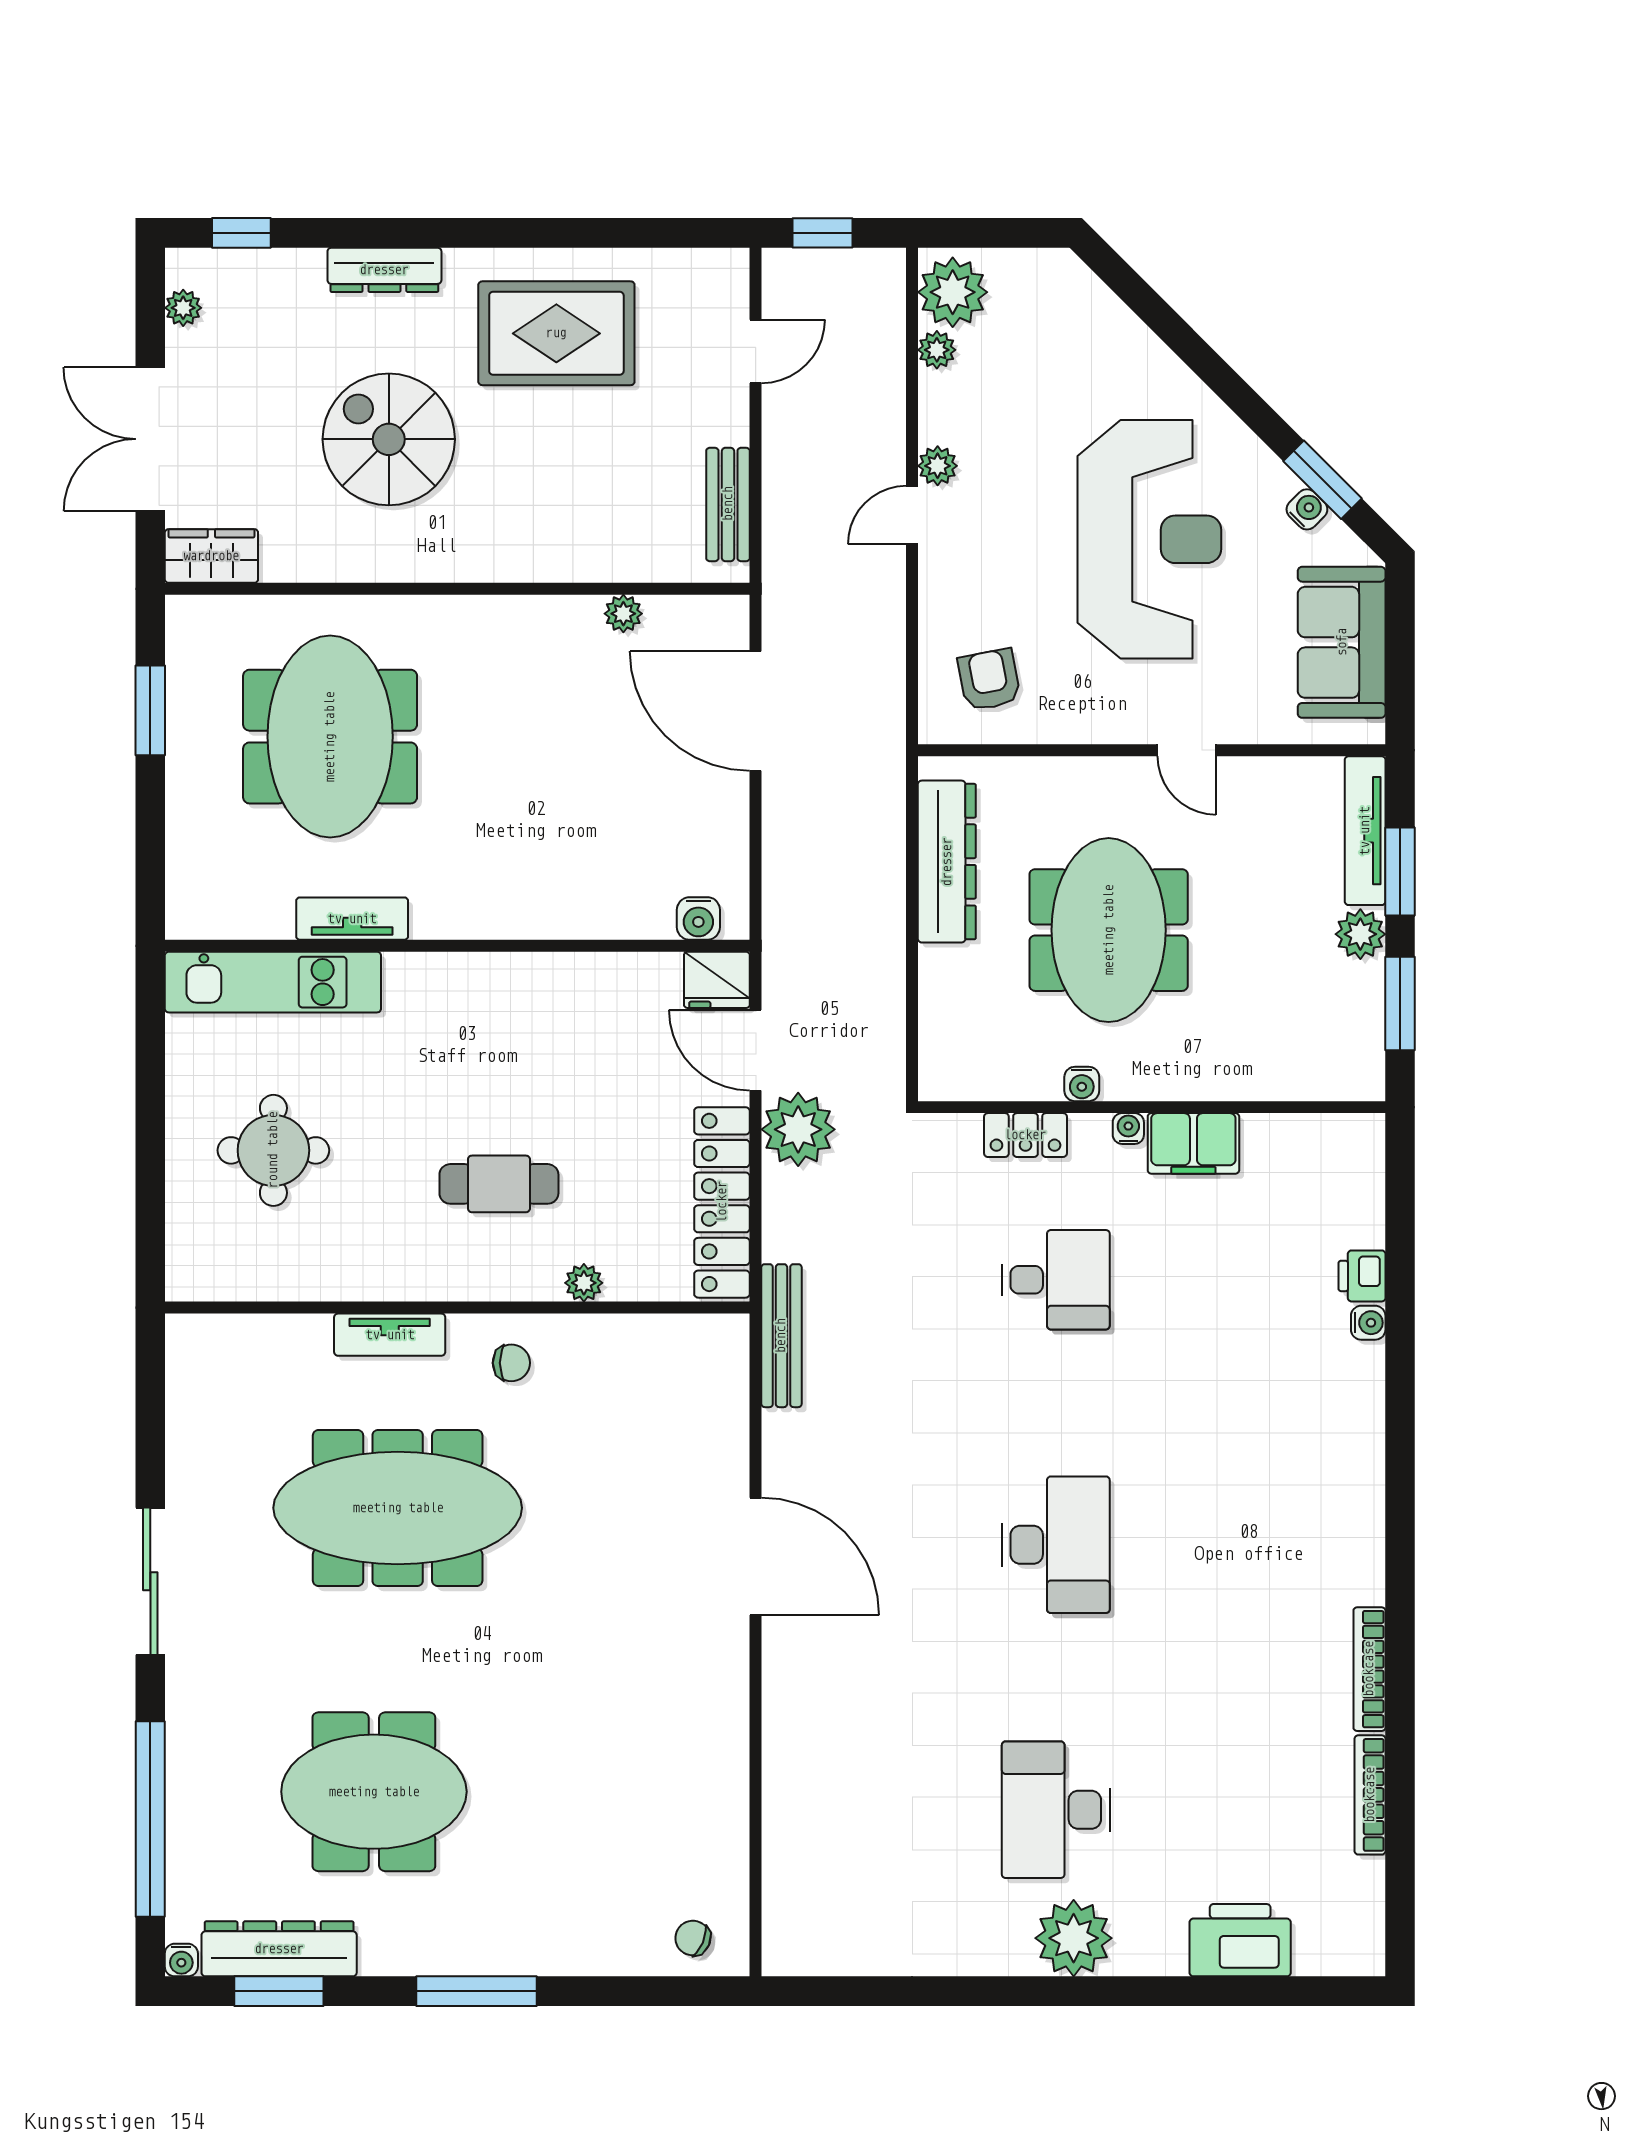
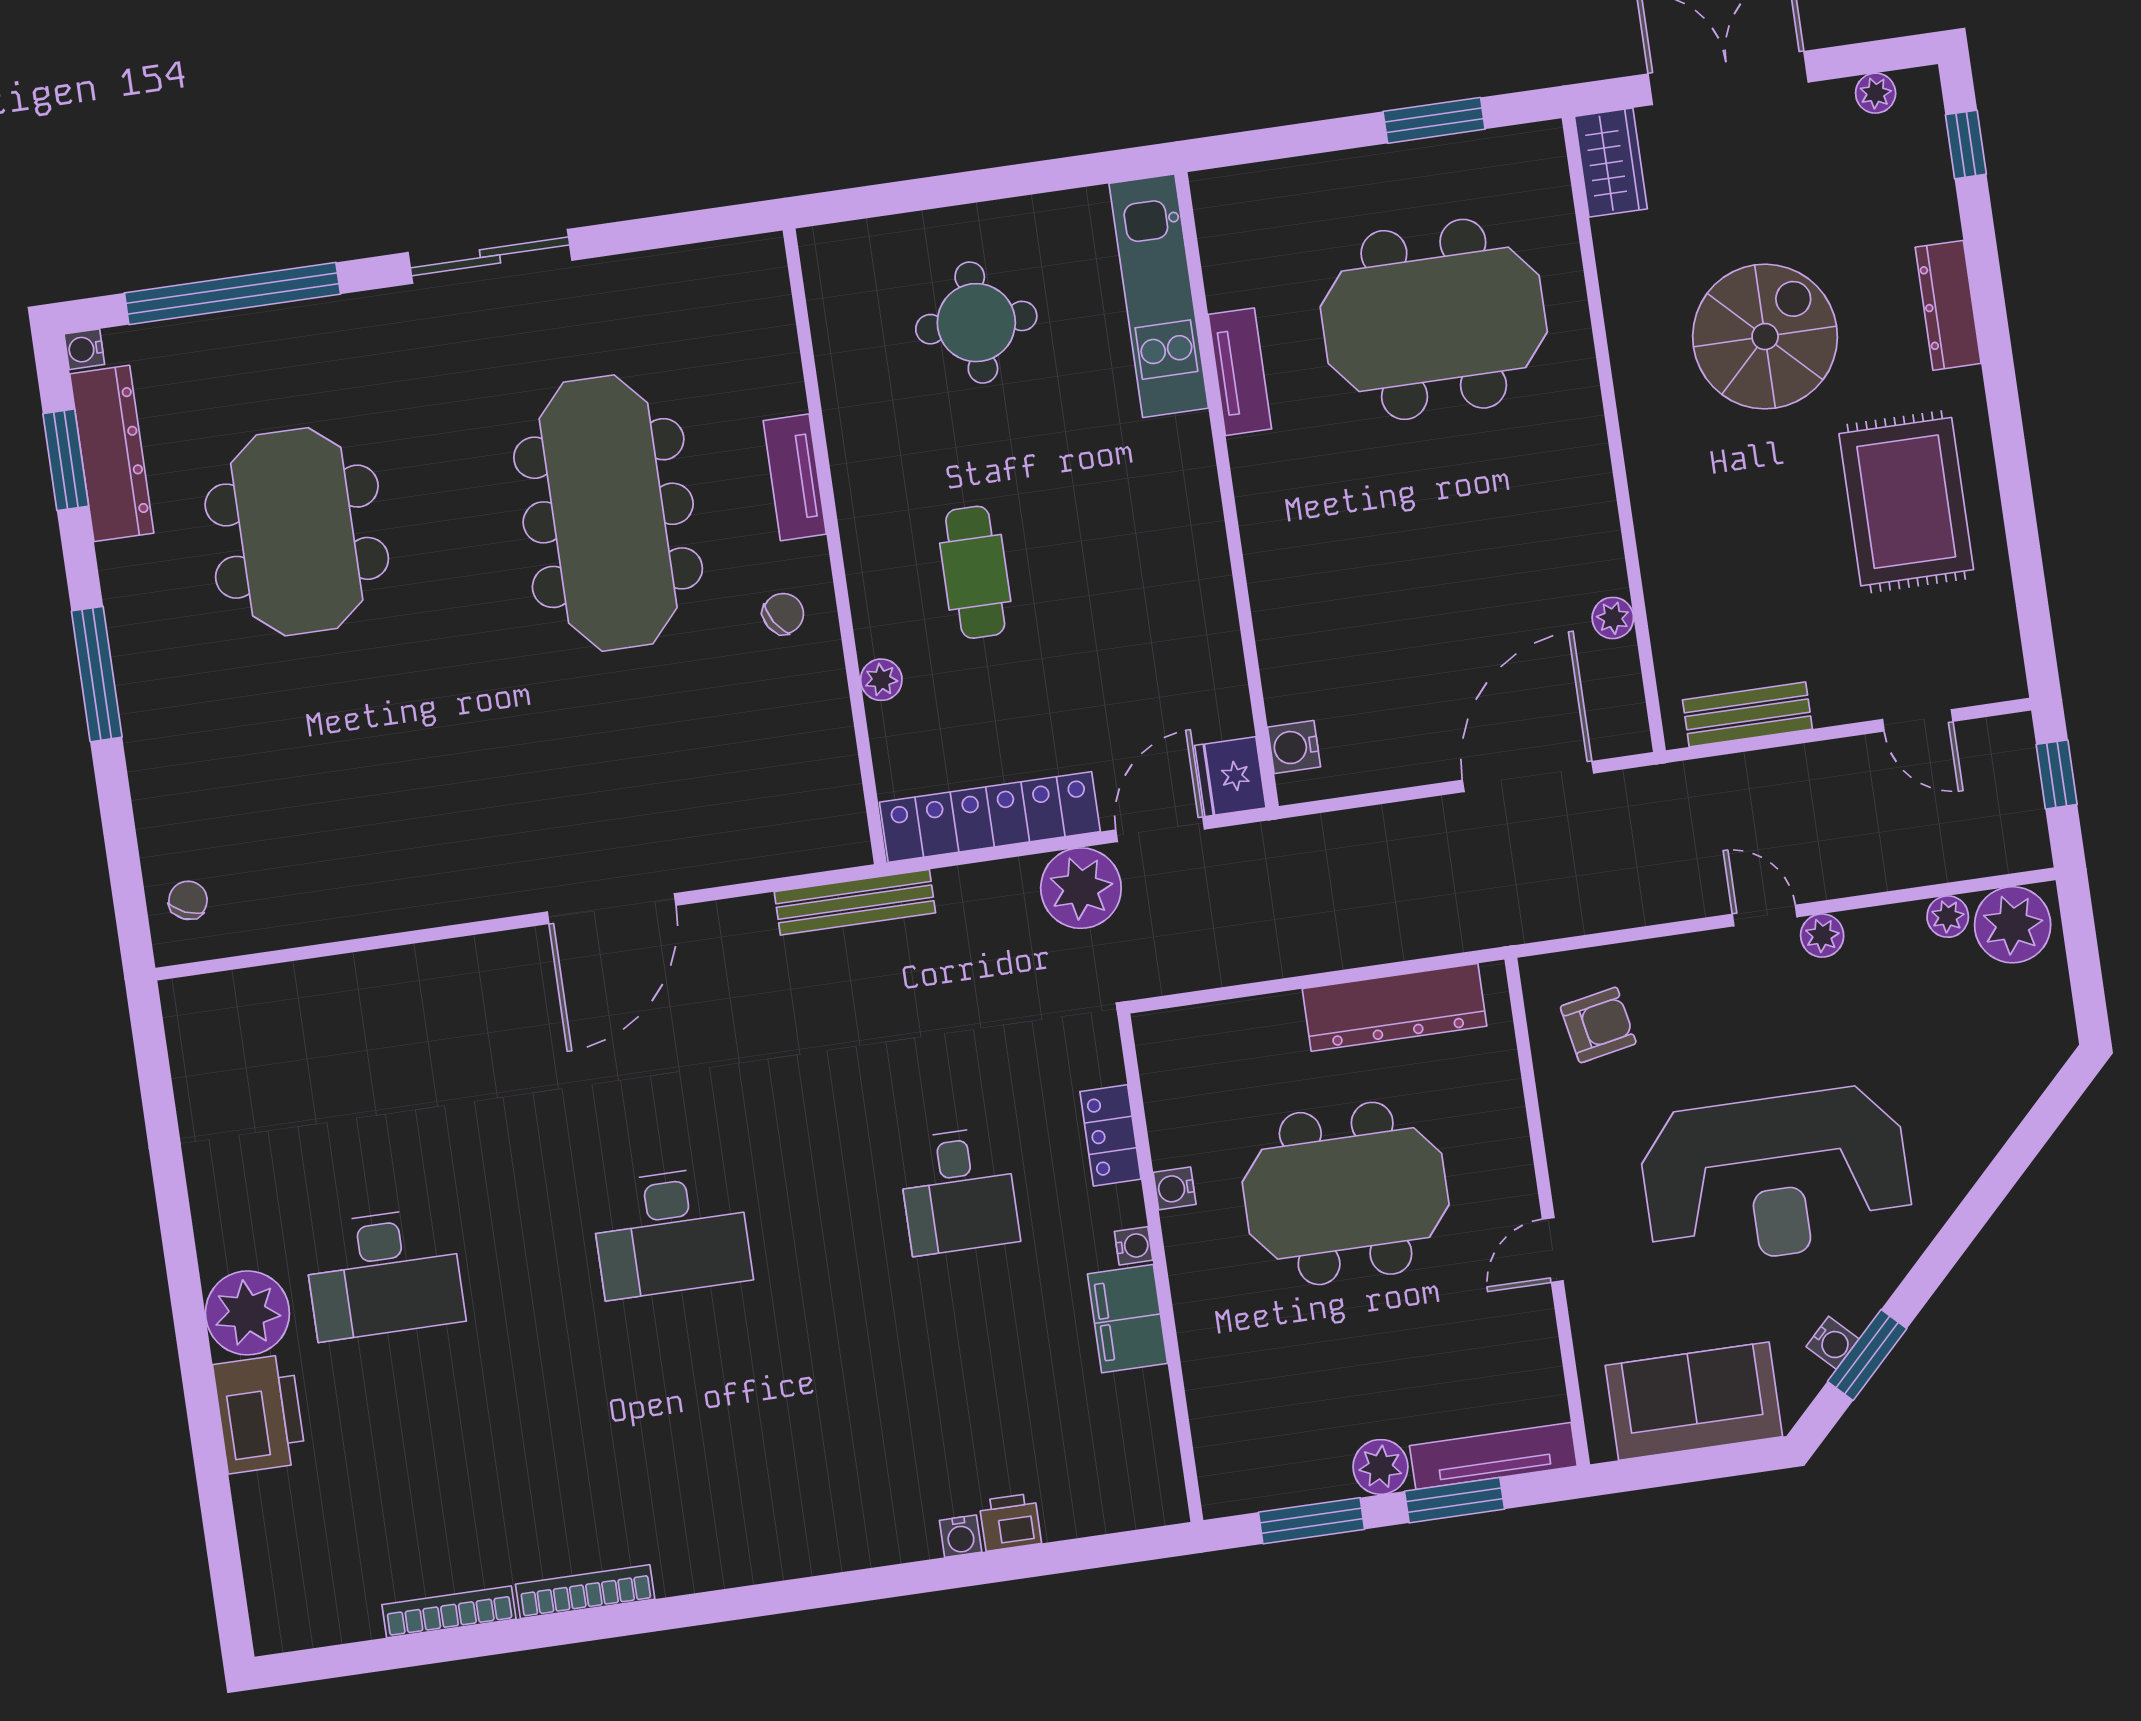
chair: (511, 1363) -> (783, 614), turned -122
desk: (1056, 1810) -> (384, 1274), turned 180
printer: (1240, 1940) -> (260, 1414), moved

